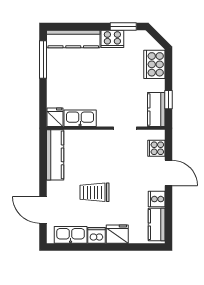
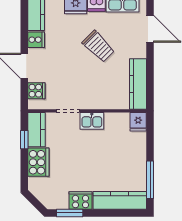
cooker: (154, 64) -> (38, 162), moved
kitchen sink: (80, 118) -> (92, 121), moved, width x0.73
trolley: (95, 192) -> (98, 46), turned 45

